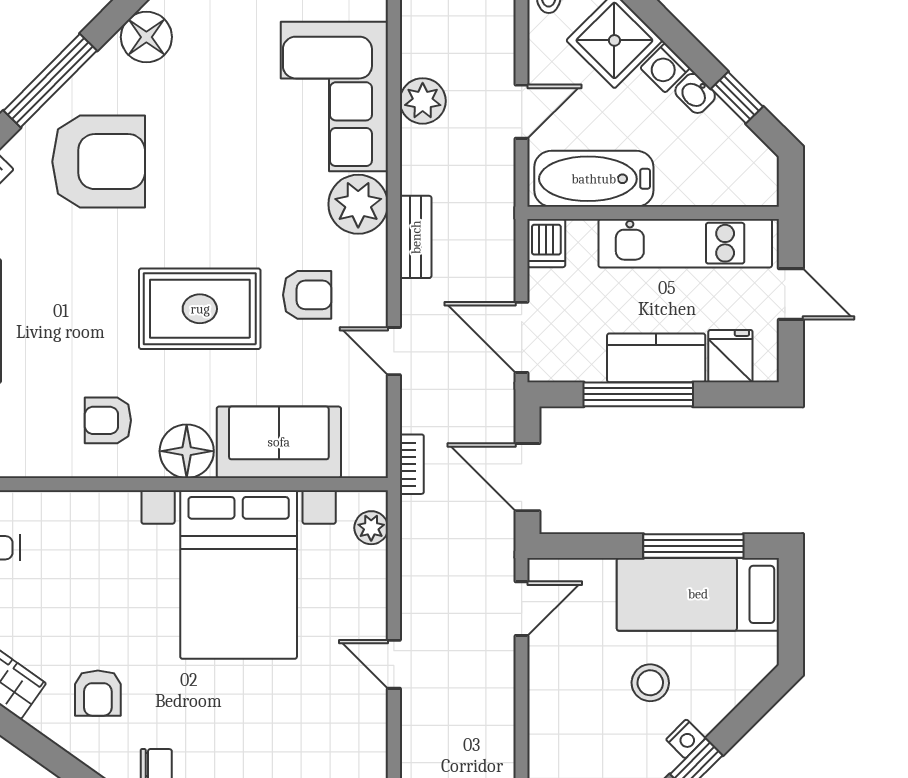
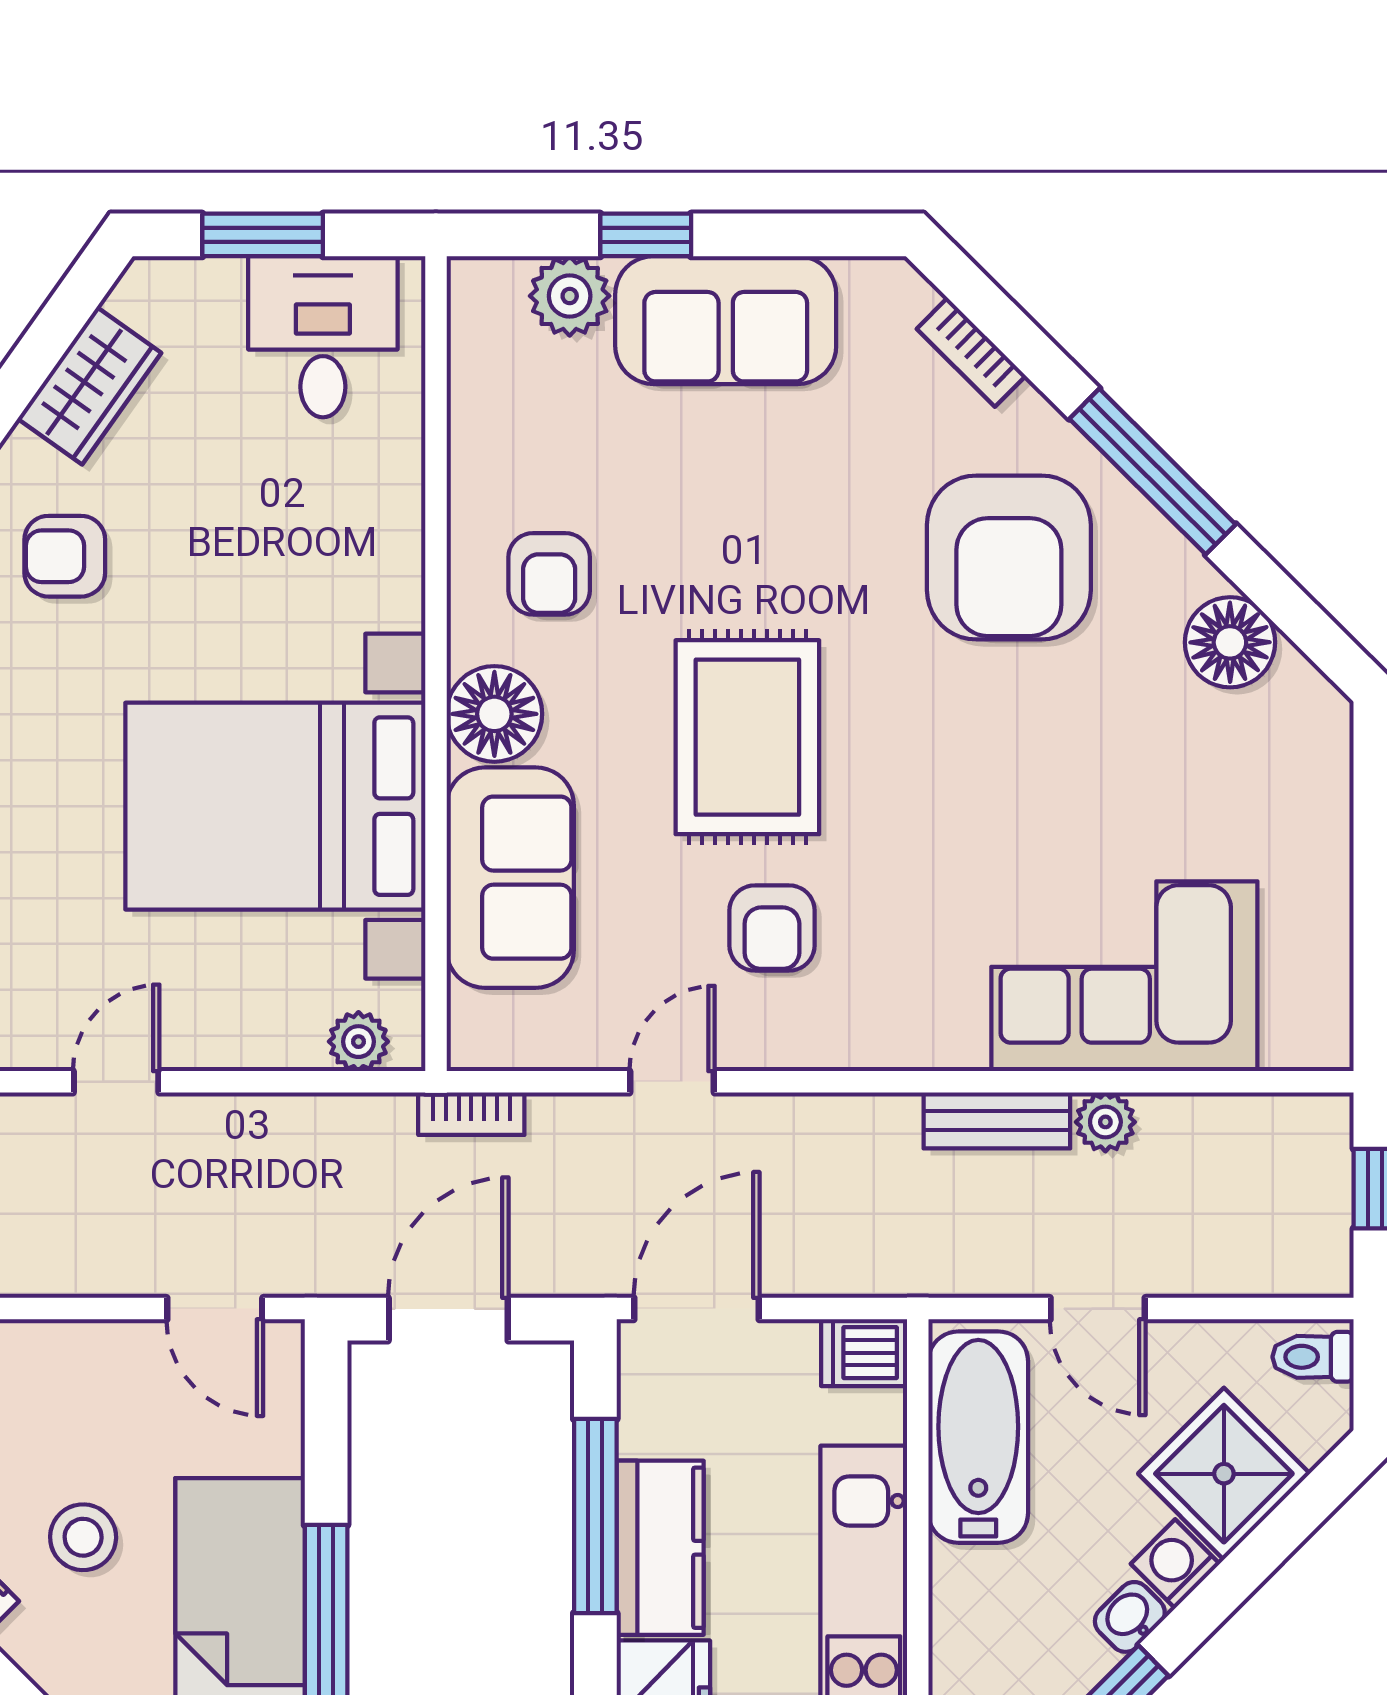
plant: (423, 101) -> (1105, 1122), width x0.73, depth x0.73
plant: (358, 204) -> (933, 1018), removed
bench: (416, 237) -> (997, 1120), moved
armchair: (108, 420) -> (549, 574), turned 180

